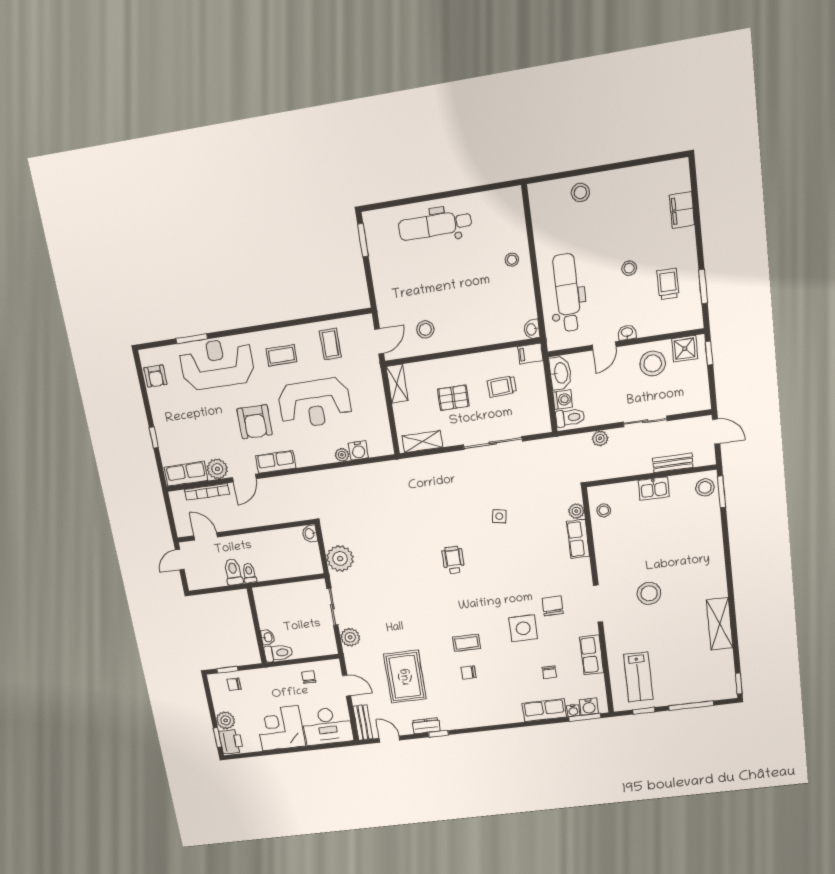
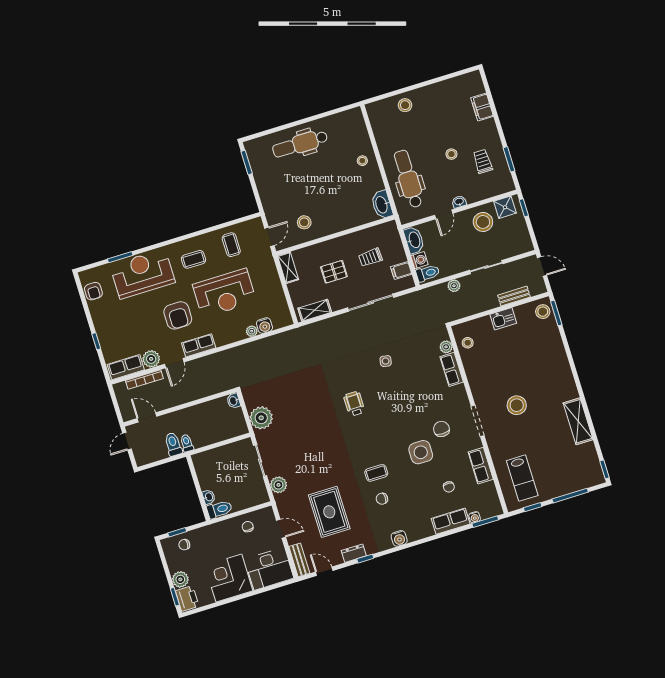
washbasin: (532, 329) -> (382, 205), width x1.91, depth x1.45
filing cabinet: (530, 354) -> (401, 271), moved
water cooler: (589, 707) -> (399, 538), moved

